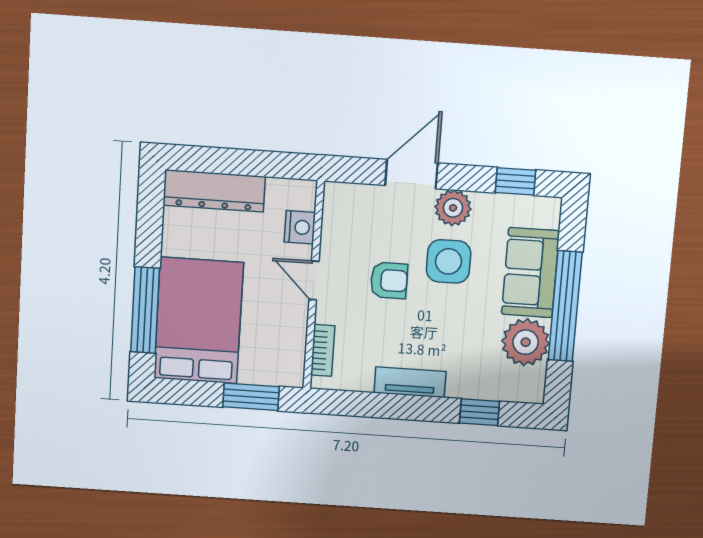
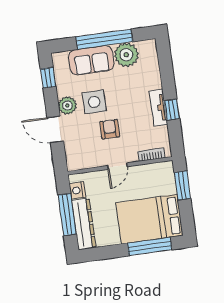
window: (239, 162) -> (67, 215), added
nightstand: (300, 227) -> (77, 190), moved, turned -90
window: (479, 412) -> (172, 110), moved

